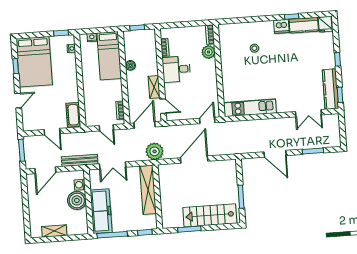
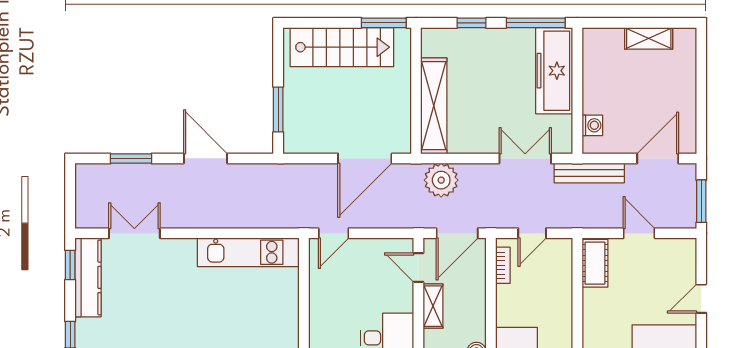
door: (106, 128) -> (532, 233), swing flipped
shelving: (148, 190) -> (434, 106), moved
wall: (157, 197) -> (416, 91), moved
window: (241, 197) -> (278, 110), moved
boiler: (77, 200) -> (600, 95), removed

